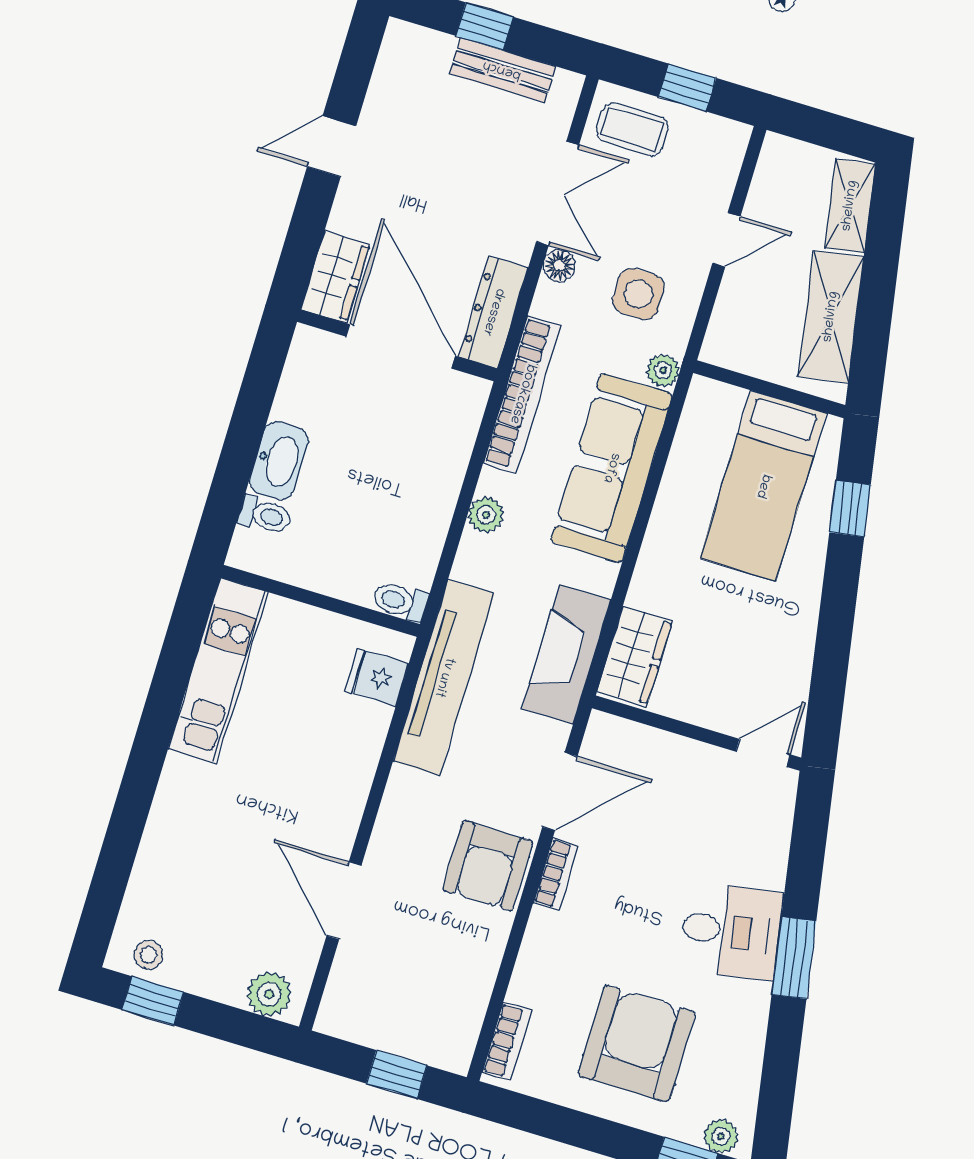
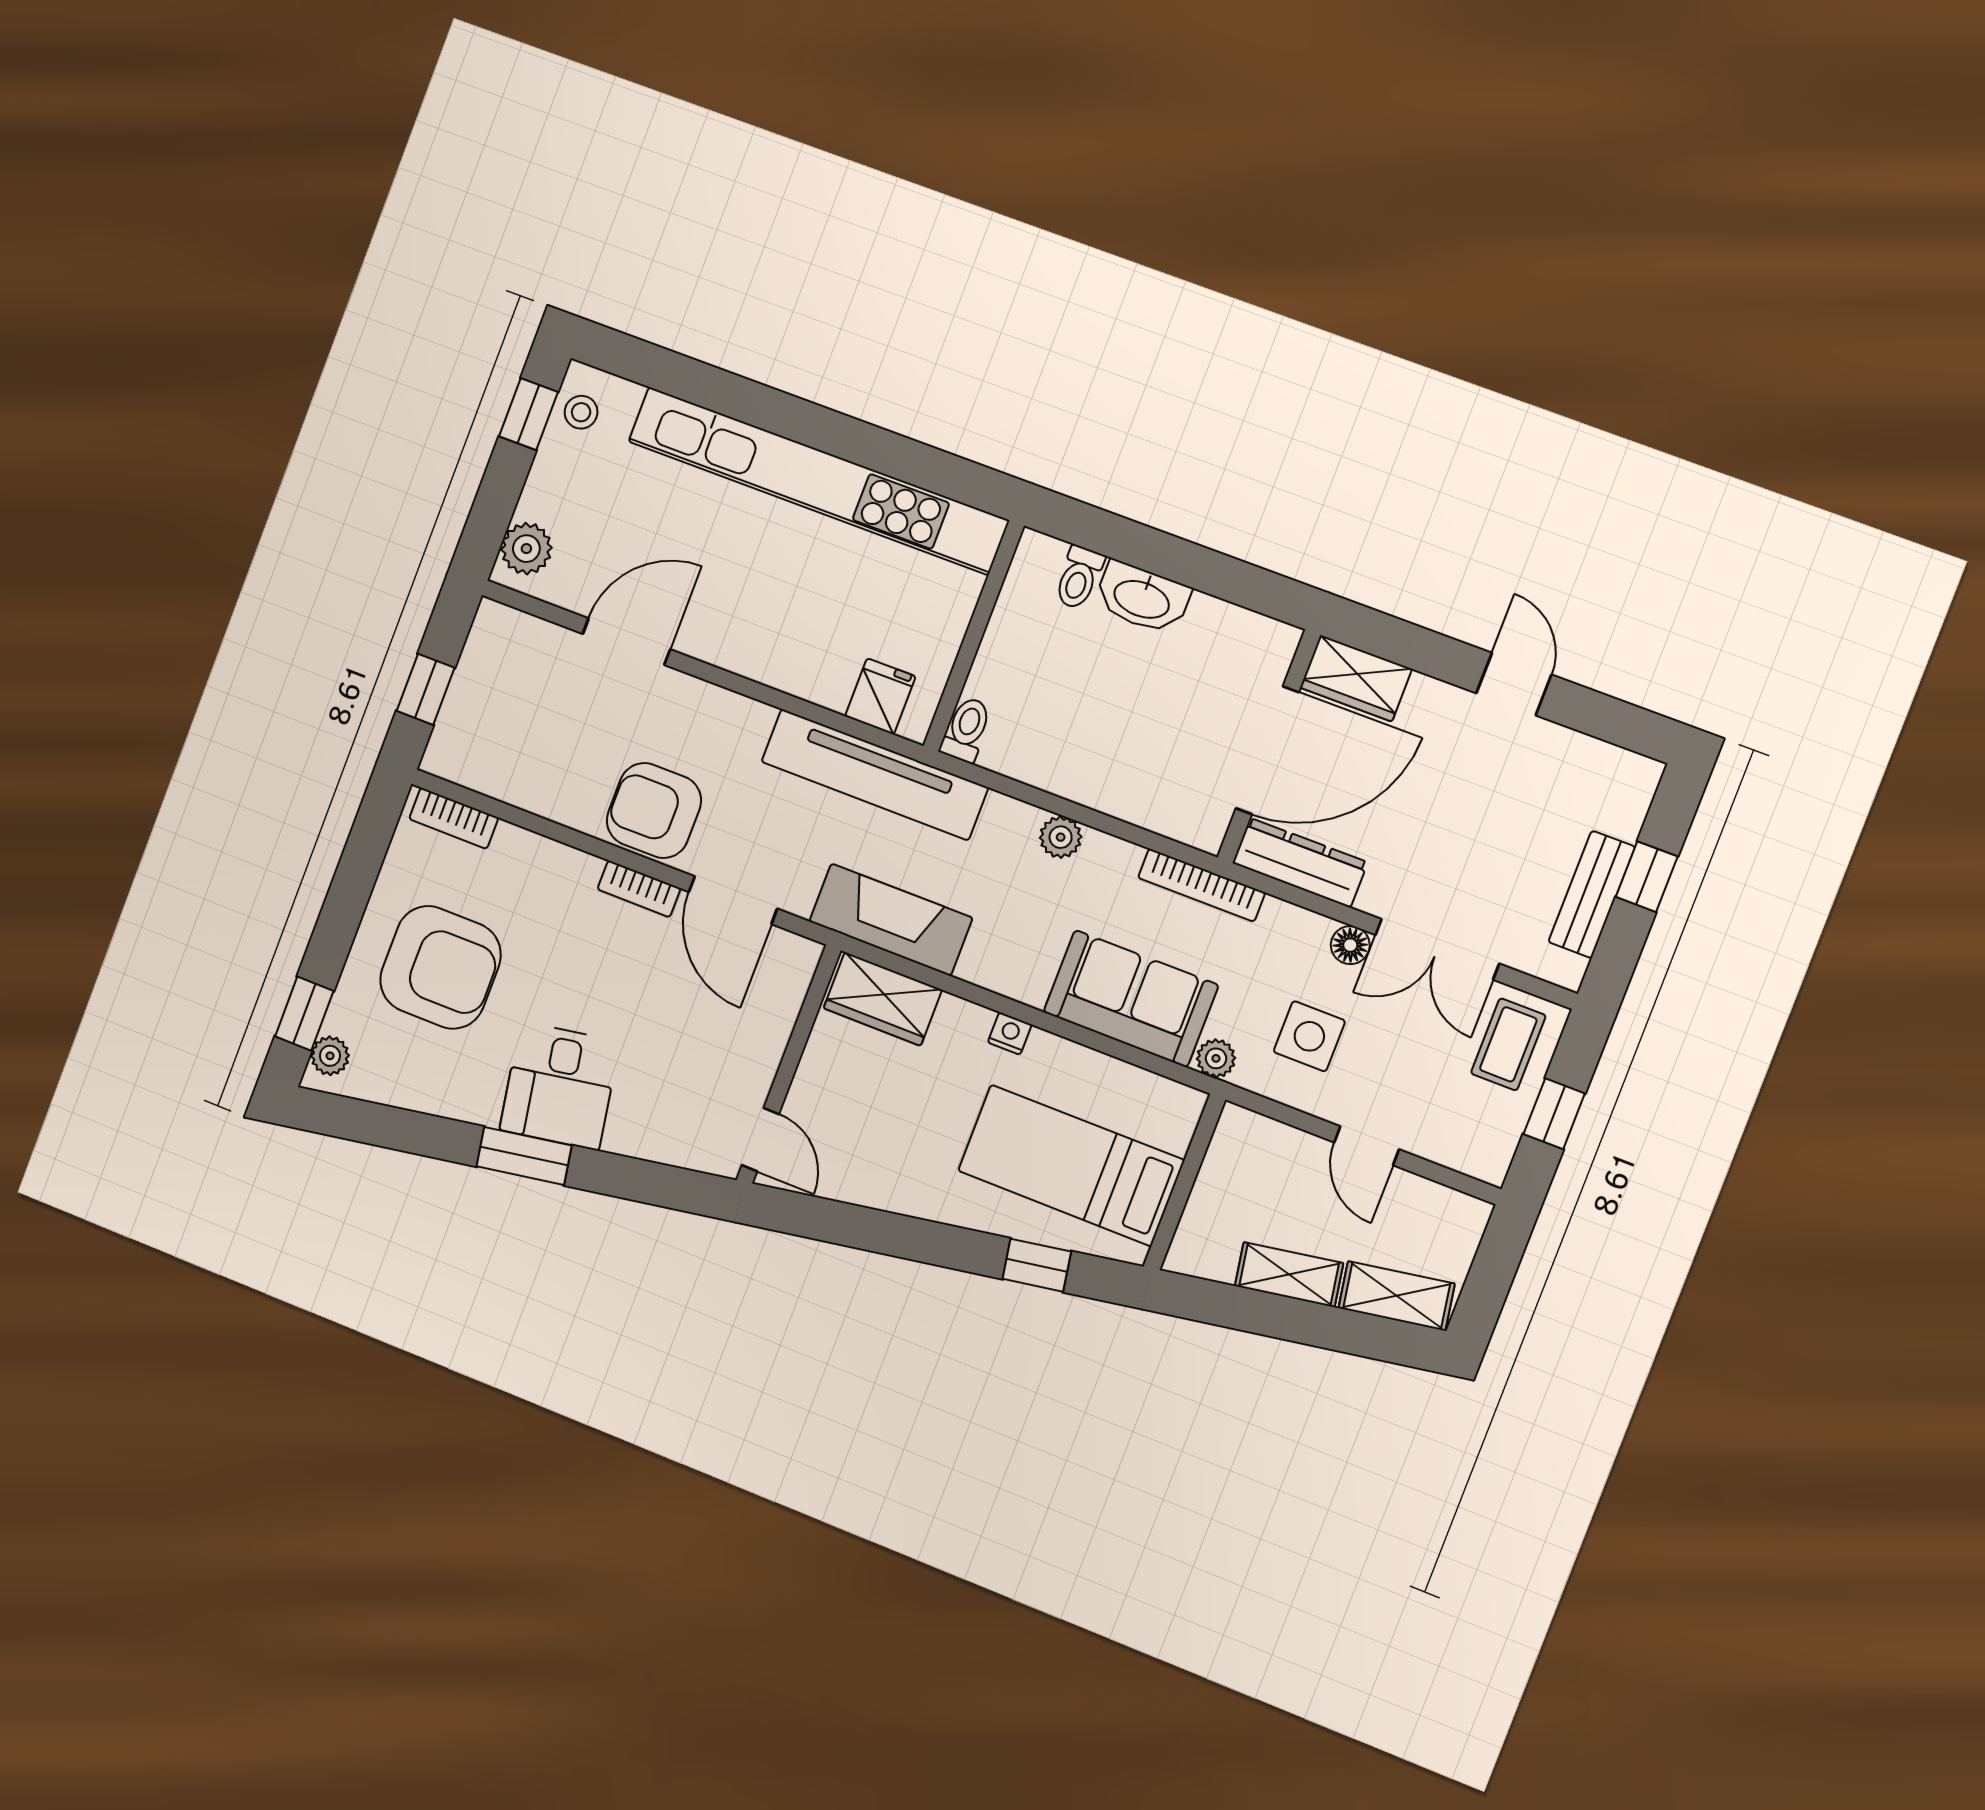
shelving: (831, 317) -> (1289, 1275), width x0.67, depth x0.75
bookcase: (522, 394) -> (1201, 885), width x0.68, depth x0.76
sofa: (611, 468) -> (1131, 999), width x0.73
nightstand: (656, 546) -> (1010, 1033), added
kitchen unit: (218, 671) -> (818, 481), width x1.86

